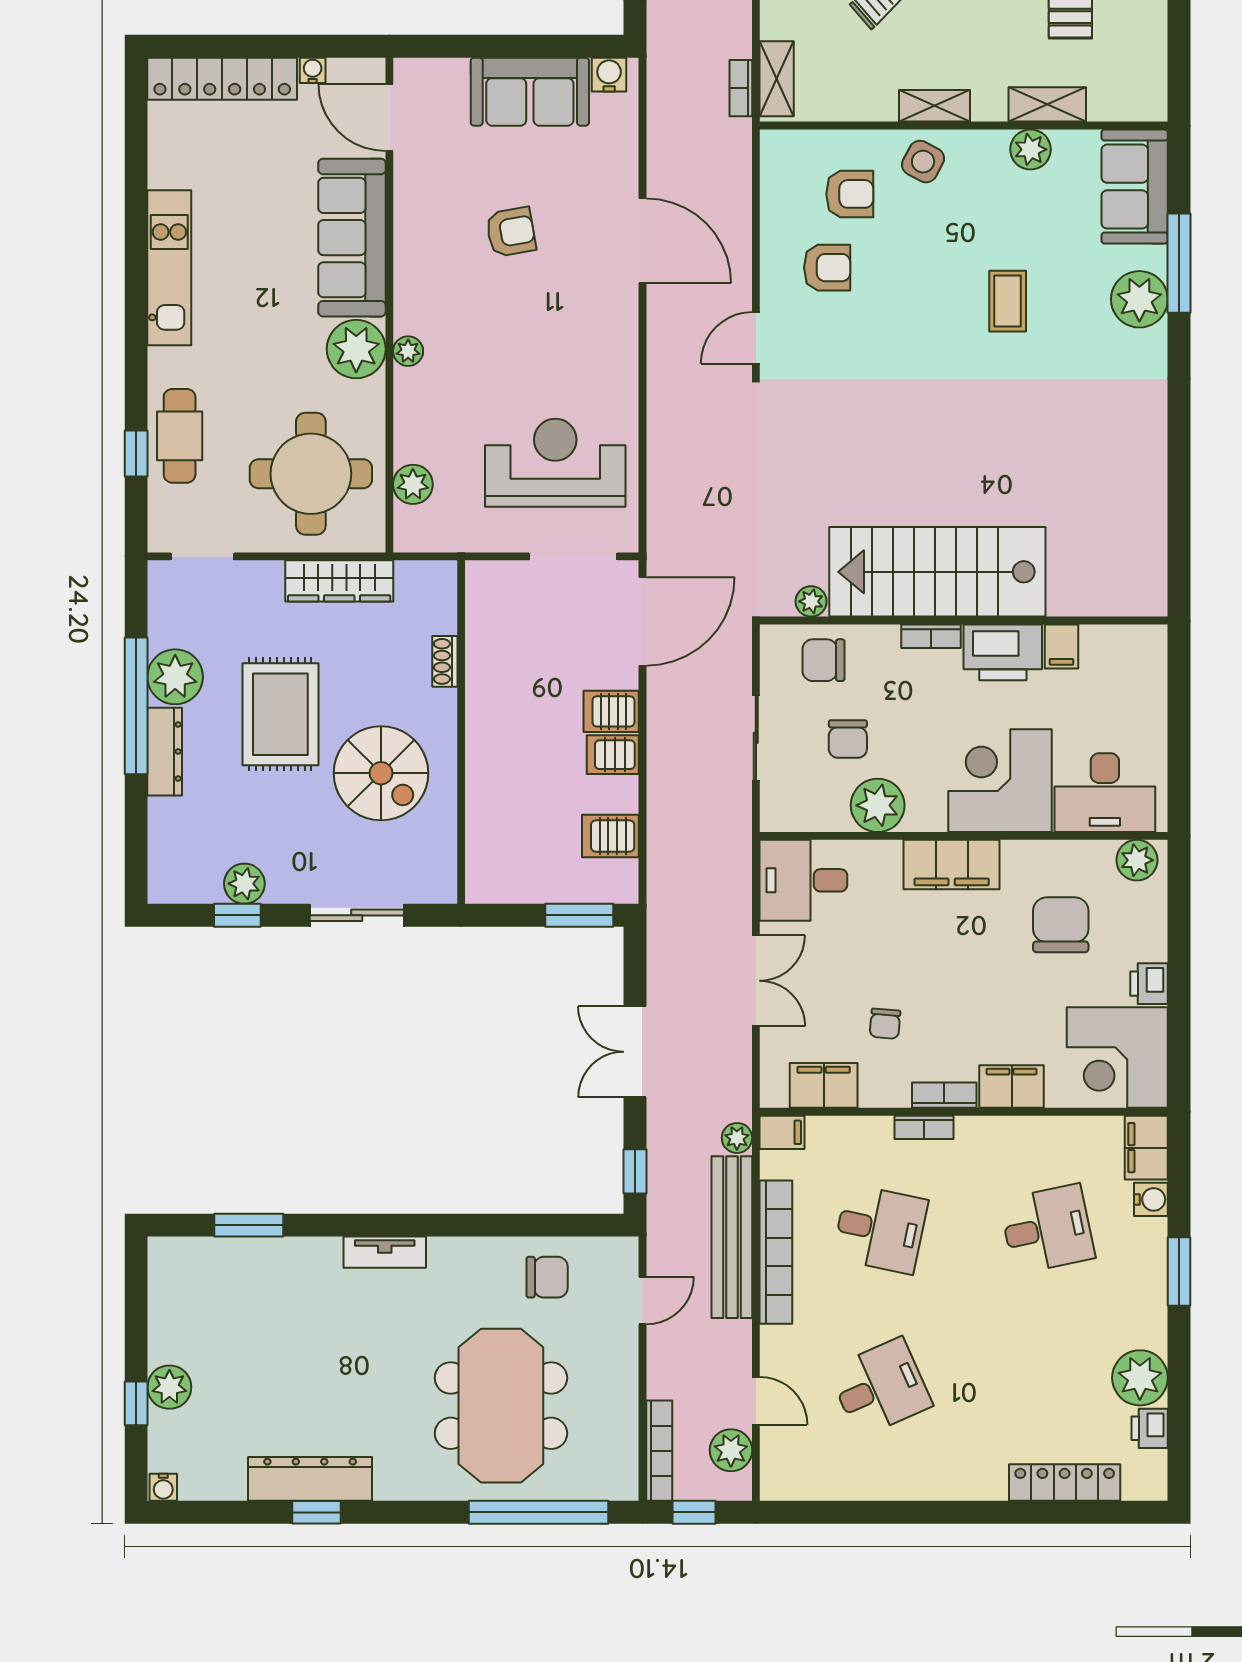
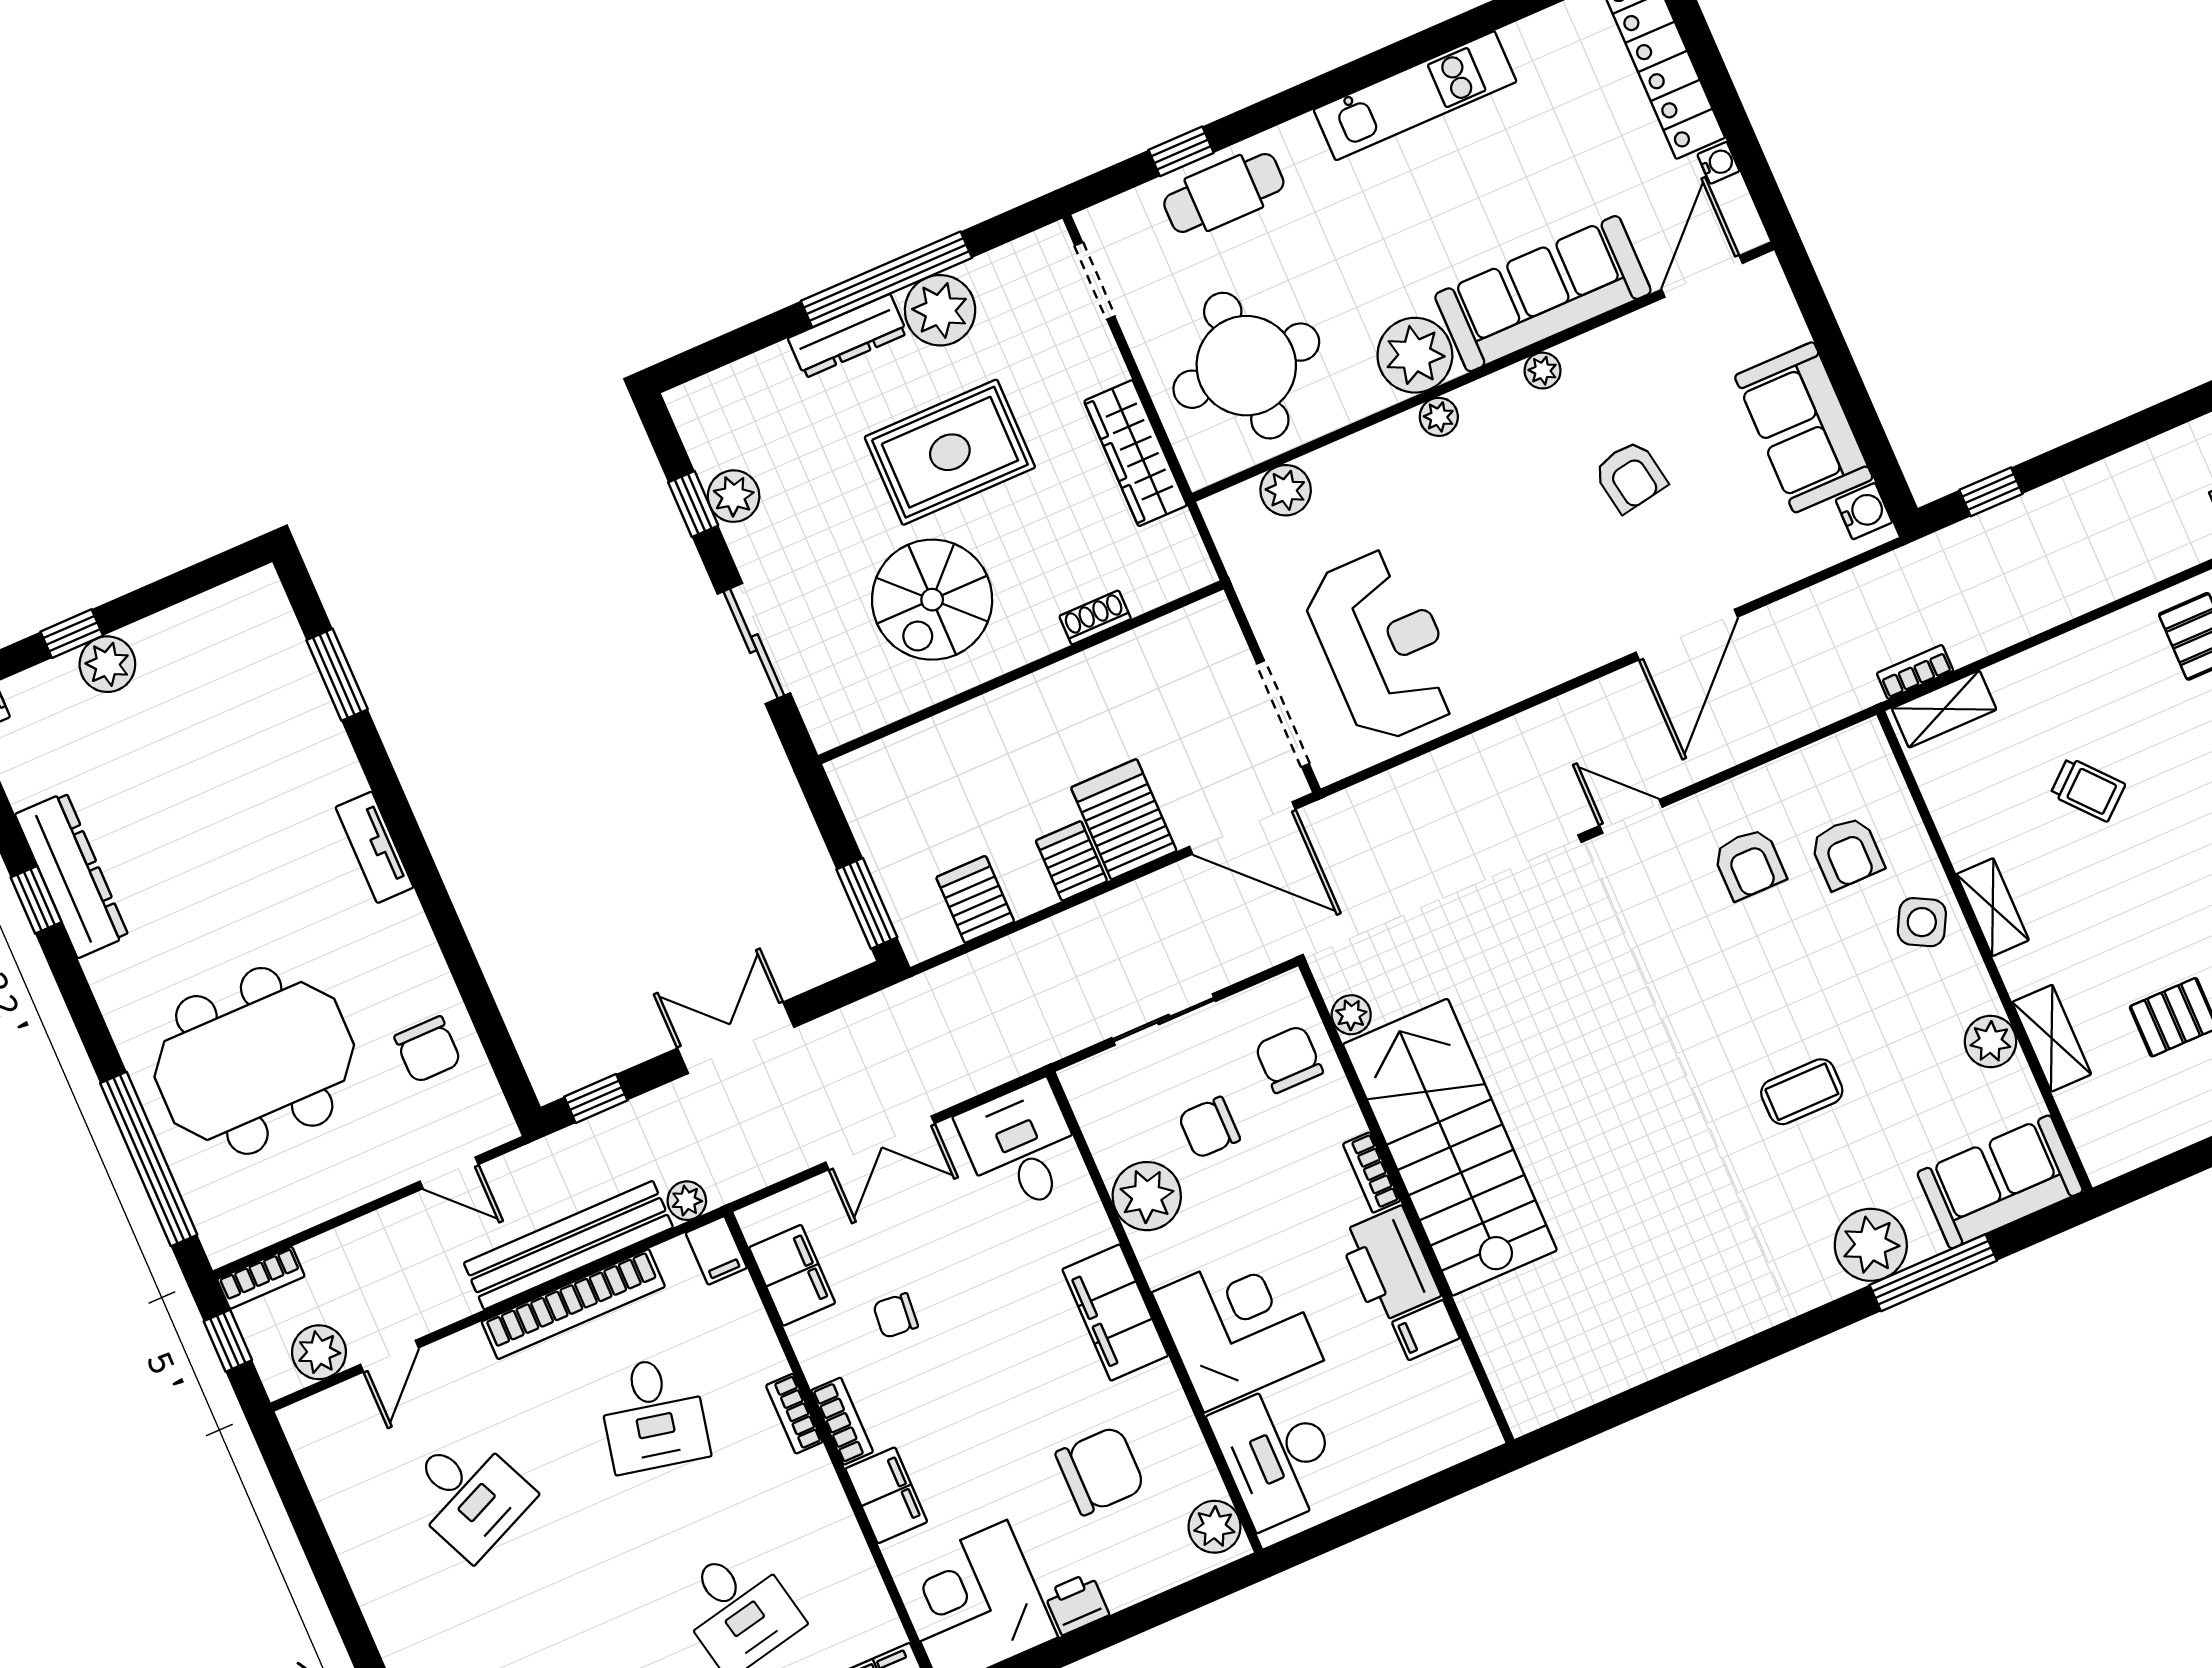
plant: (407, 262) -> (1543, 371), added
server rack: (611, 711) -> (1124, 819), width x1.36, depth x1.44
bookcase: (659, 1451) -> (261, 1278), width x0.64

